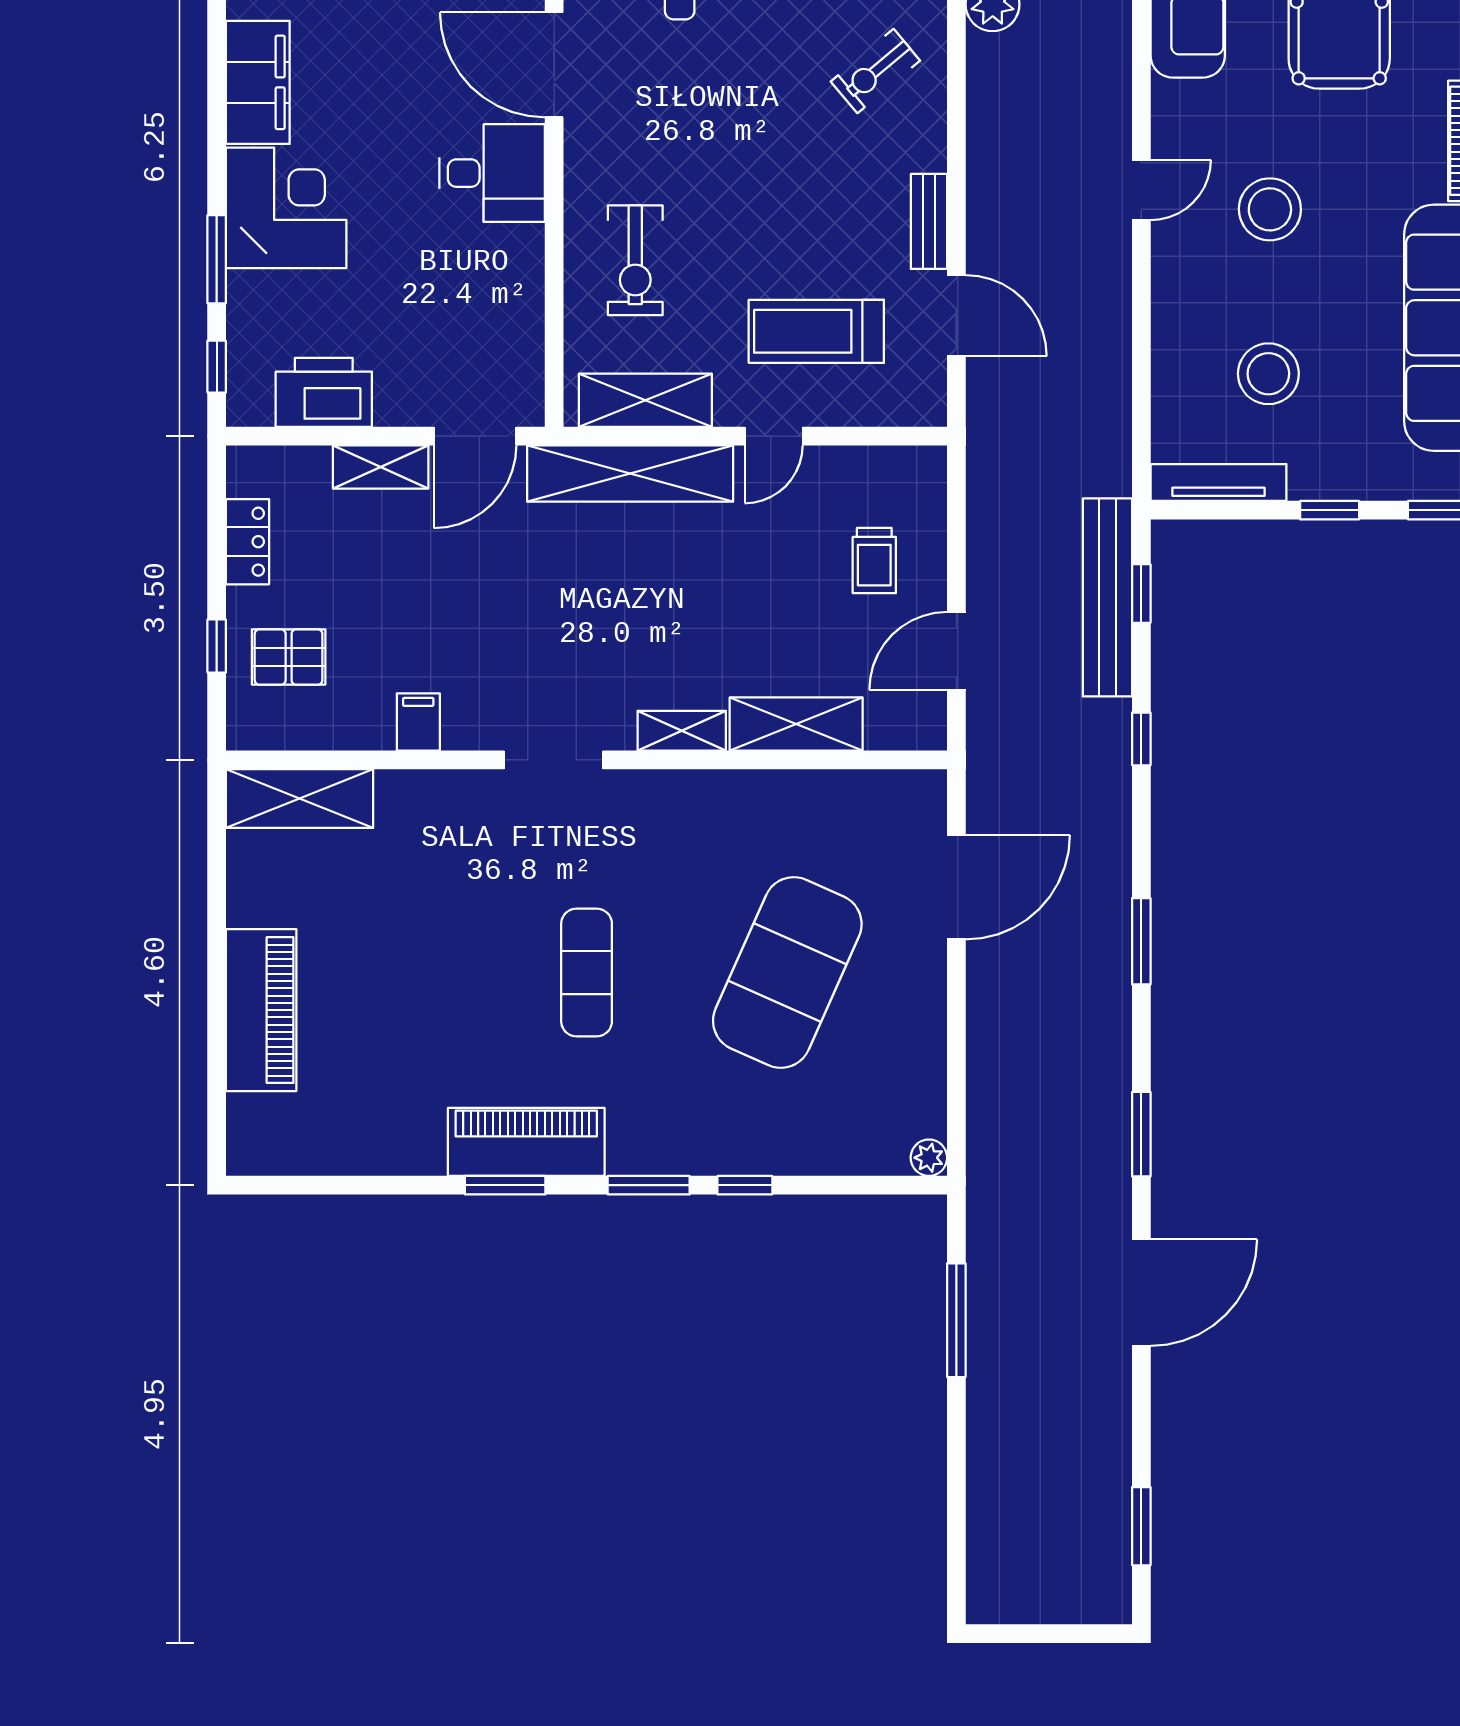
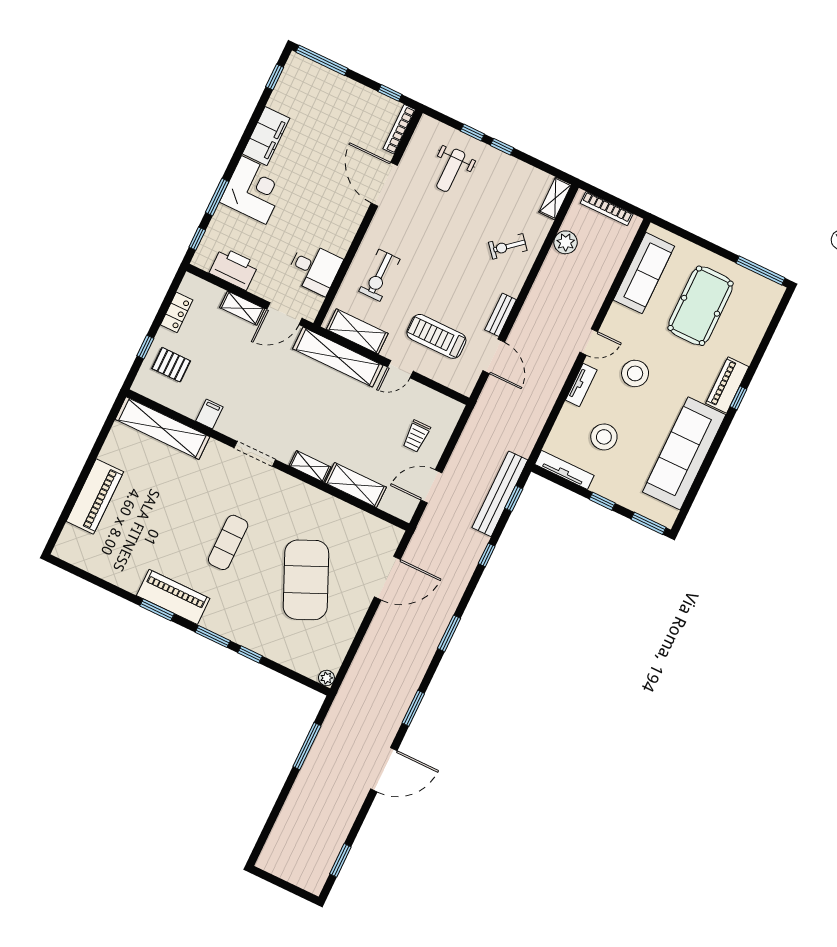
desk: (492, 173) -> (314, 269), moved
tv unit: (1169, 287) -> (581, 385), added
shelving: (300, 799) -> (162, 428), width x1.47
exercise mat: (787, 972) -> (306, 580), turned -48

